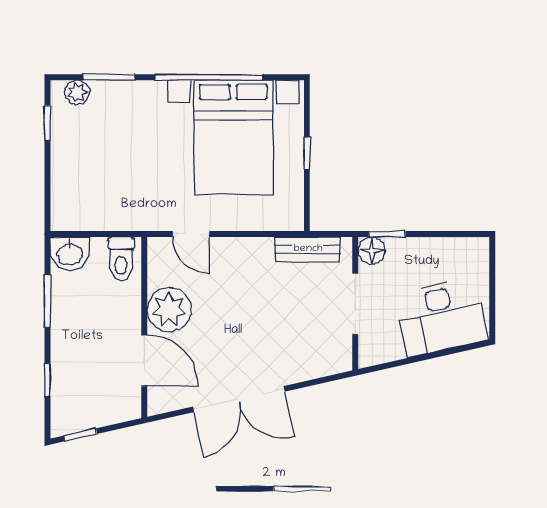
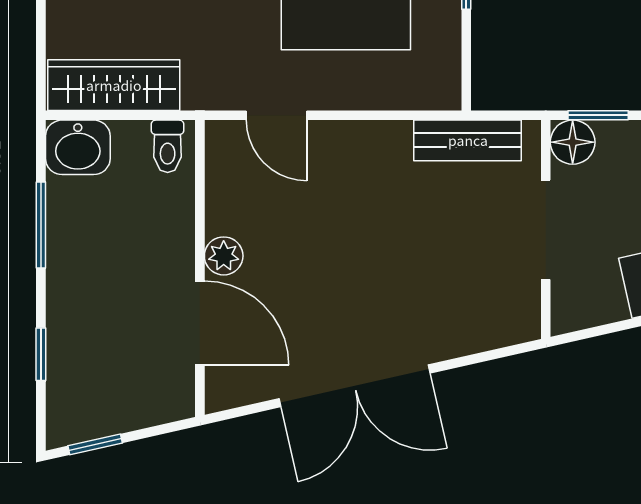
wardrobe: (92, 216) -> (114, 85), added
toilet: (121, 259) -> (168, 146), width x0.73, depth x0.72
plant: (169, 310) -> (224, 256), width x0.53, depth x0.53

